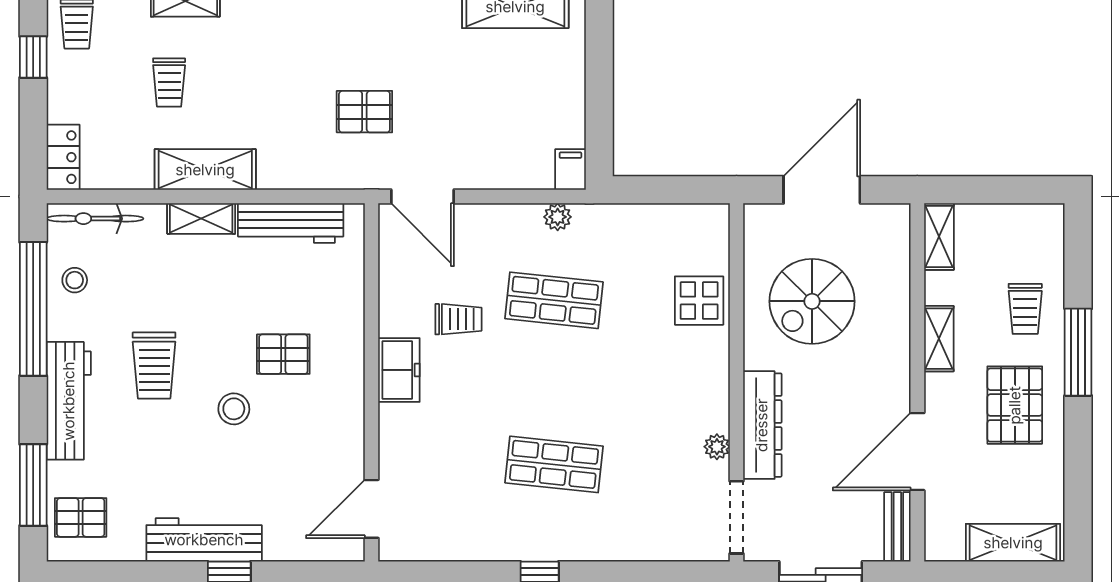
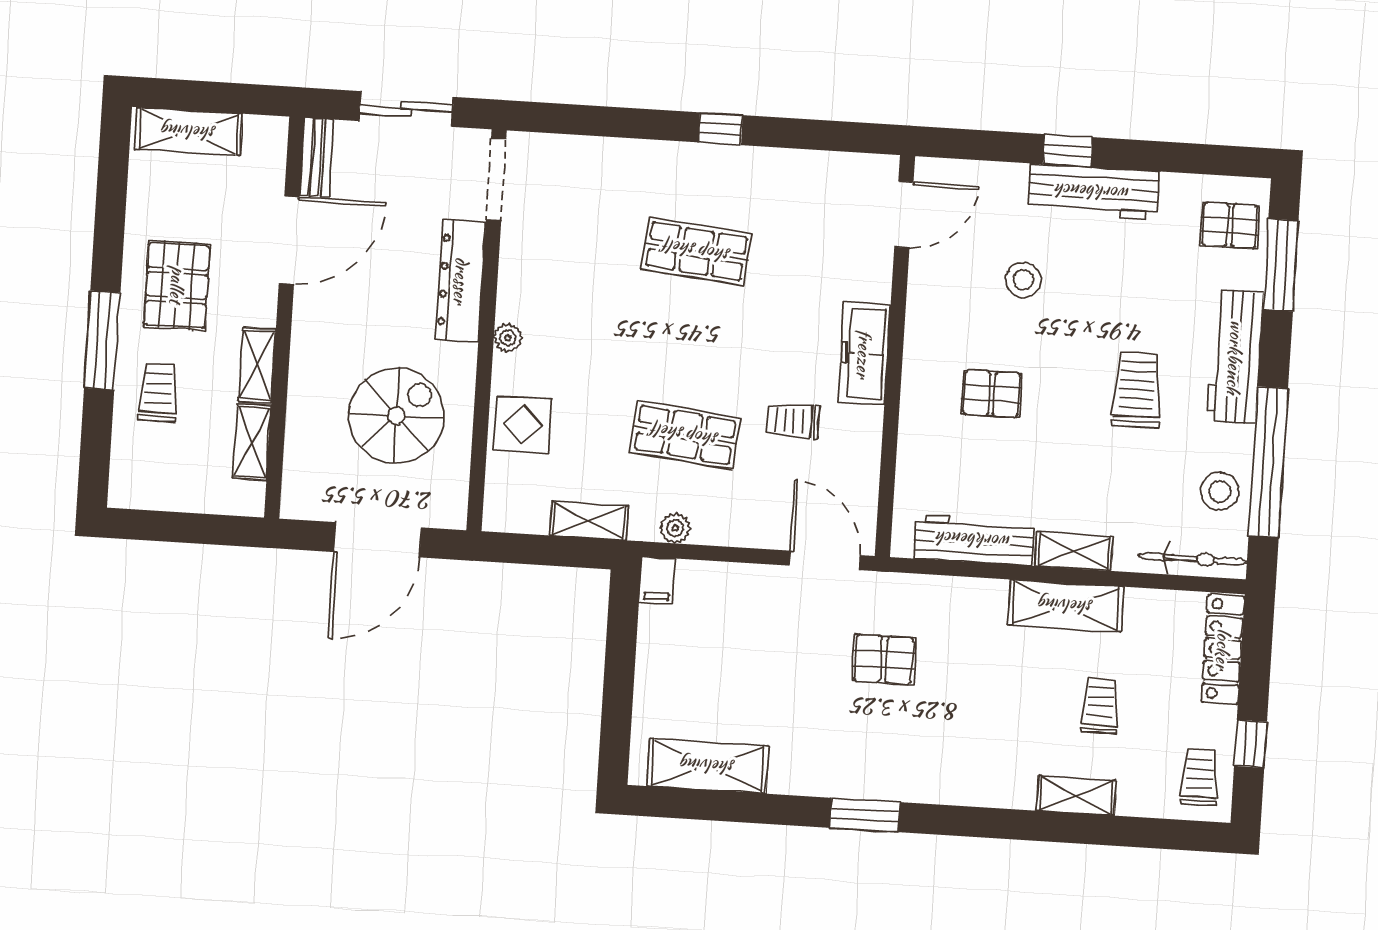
locker: (63, 157) -> (1223, 649), width x1.53
shelving: (635, 218) -> (589, 521), added
shelving: (939, 237) -> (252, 442), moved
stool: (75, 280) -> (1220, 491), width x1.37, depth x1.37
freezer: (399, 370) -> (864, 354), width x1.40
stool: (234, 409) -> (1023, 280), moved
plant: (717, 447) -> (508, 338), moved

